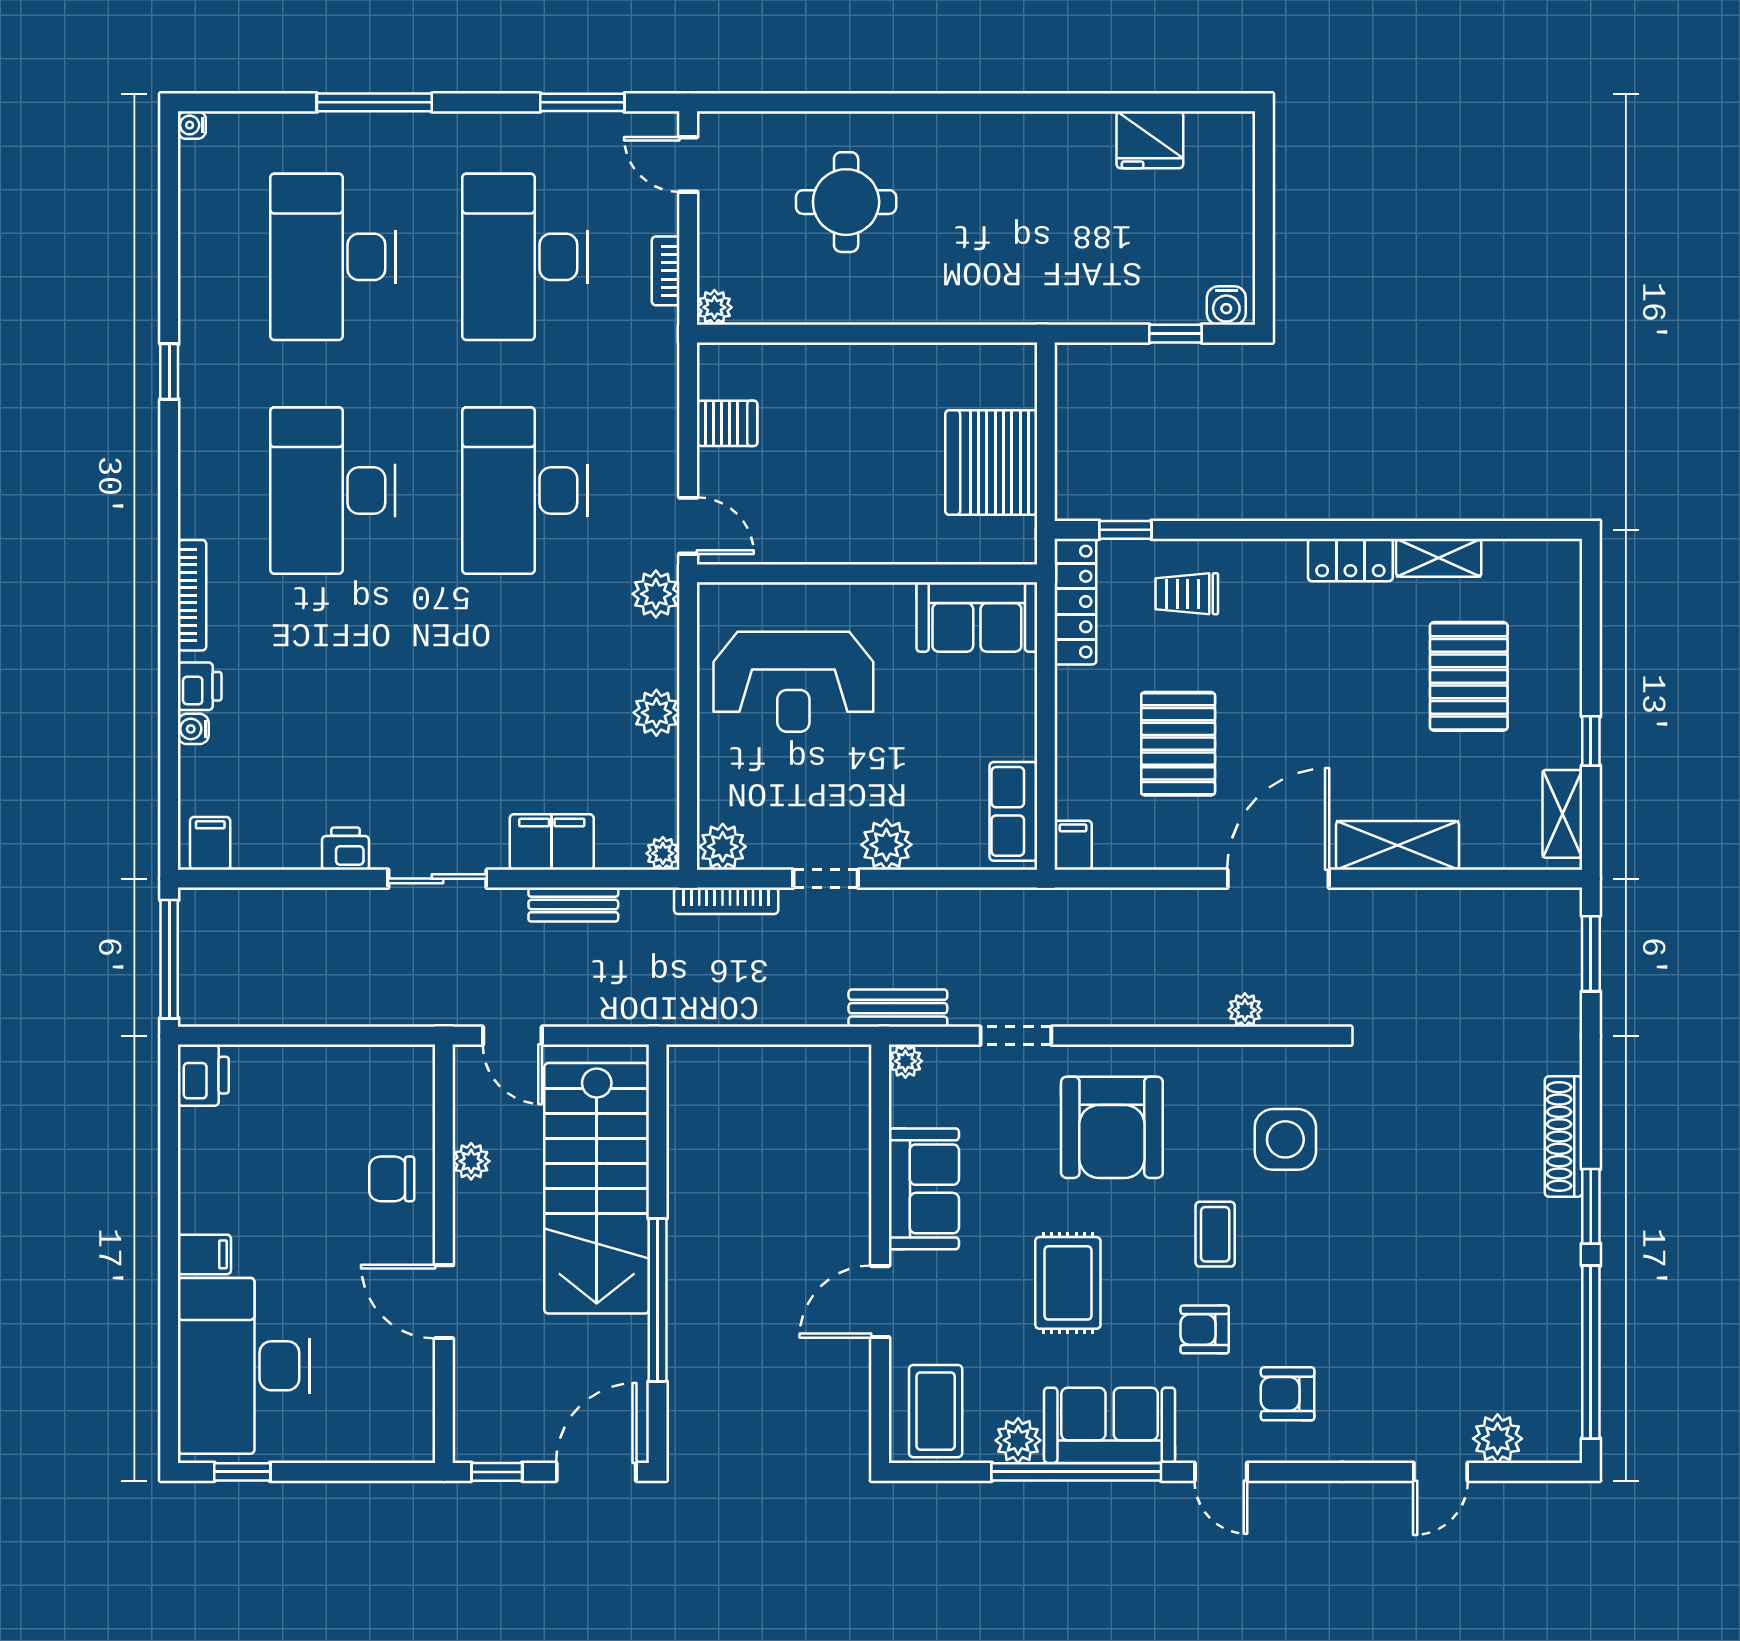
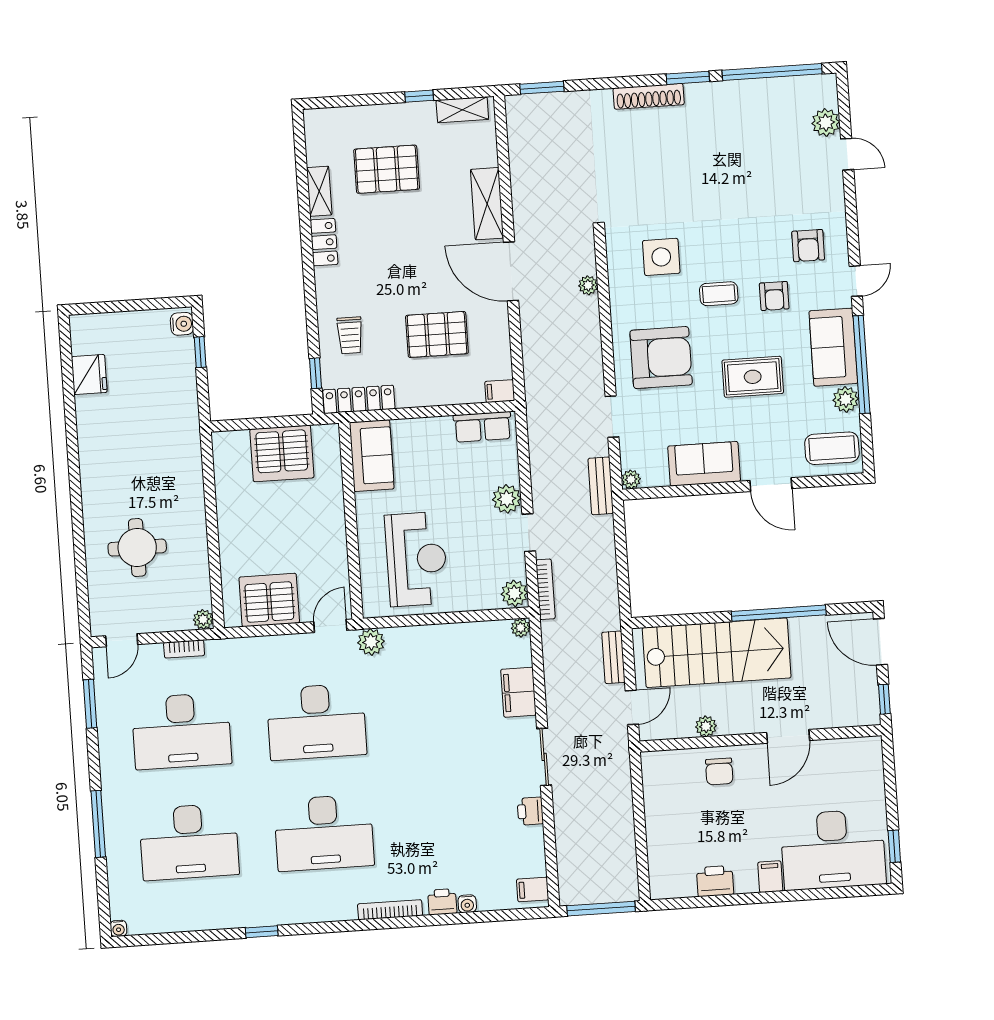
server rack: (727, 423) -> (269, 600), width x2.18, depth x1.44
plant: (656, 713) -> (440, 637), removed
bench: (573, 905) -> (613, 657), moved
printer: (203, 1075) -> (715, 881), moved

